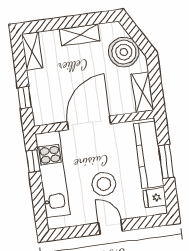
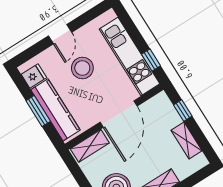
shelving: (32, 51) -> (187, 141), moved
shelving: (142, 92) -> (90, 146), moved, turned 90
door: (111, 227) -> (60, 34), hinge flipped

